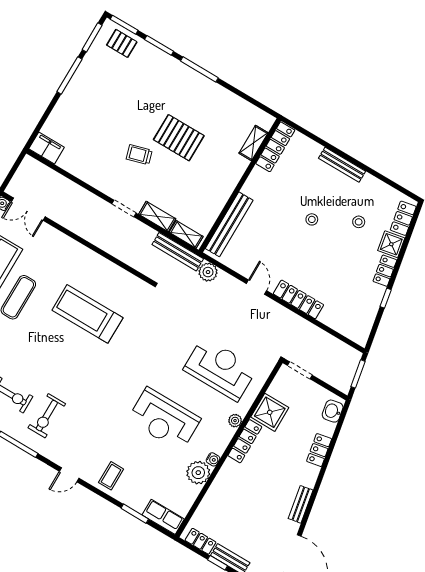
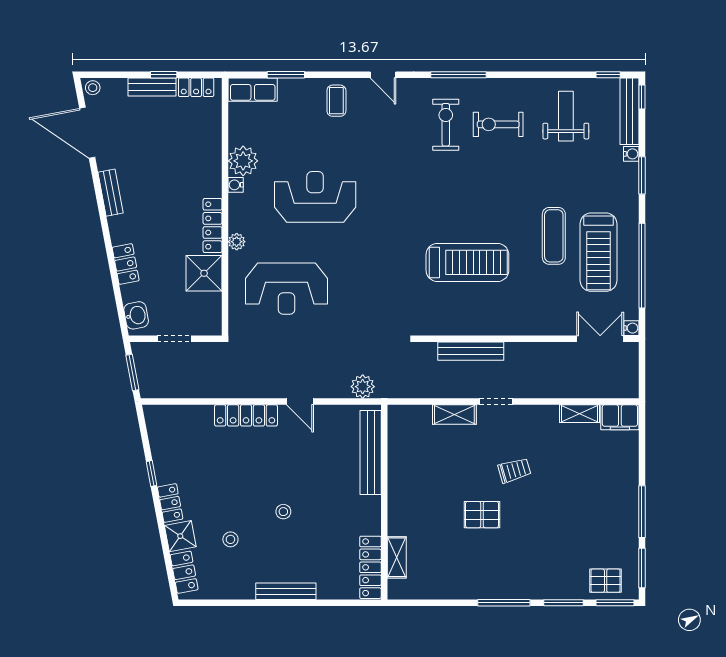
pallet: (179, 138) -> (482, 515), width x0.67, depth x0.71
shelving: (186, 234) -> (579, 414), moved
bench: (178, 252) -> (471, 351), moved
doorway: (300, 370) -> (174, 339), moved
door: (69, 475) -> (383, 75), swing flipped

